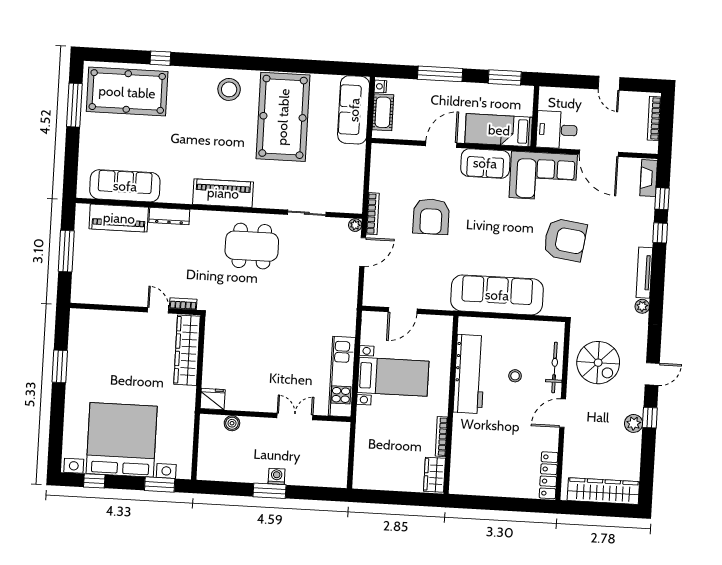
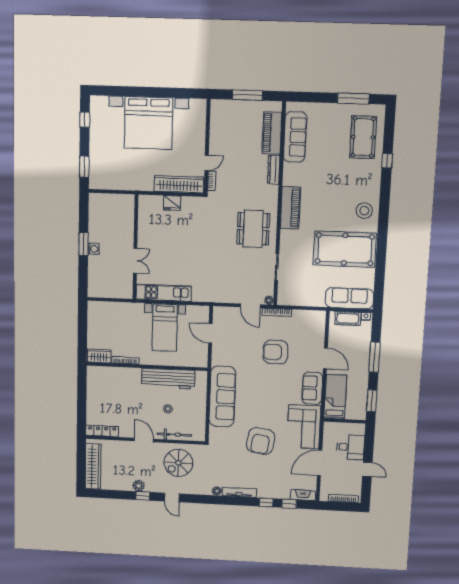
door: (609, 83) -> (367, 469), swing flipped
pool table: (127, 92) -> (363, 137), width x0.73, depth x0.76
desk: (557, 130) -> (350, 447), moved, turned 90
window: (60, 366) -> (165, 93), removed
fridge: (213, 399) -> (172, 203), moved, turned 90
boiler: (232, 423) -> (129, 217), removed
bed with nightstands: (122, 440) -> (148, 123), moved, turned 90

